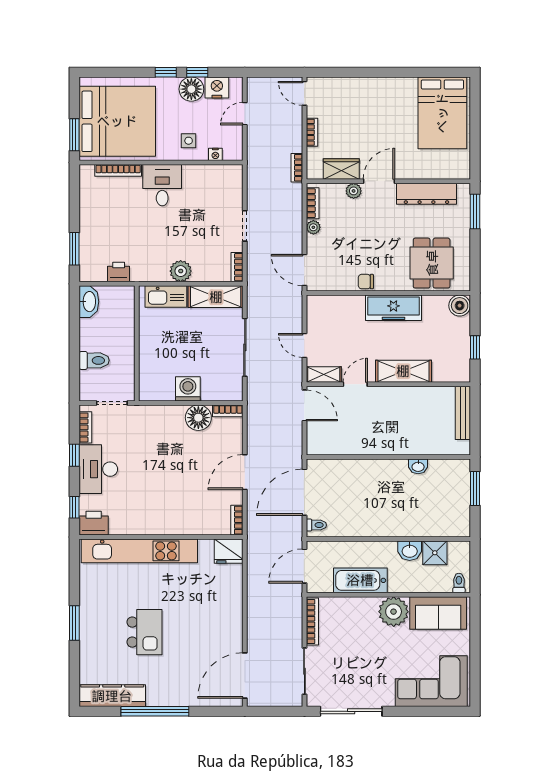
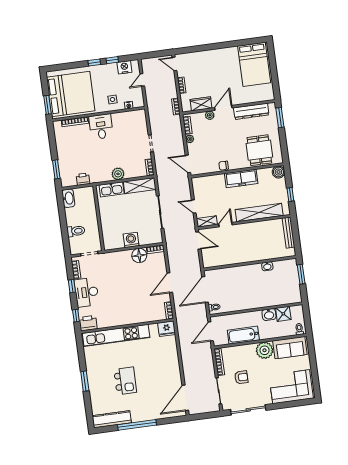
floor lamp: (191, 89) -> (110, 70), removed
shelving: (403, 371) -> (259, 213), width x1.47
armchair: (347, 653) -> (241, 377), added

